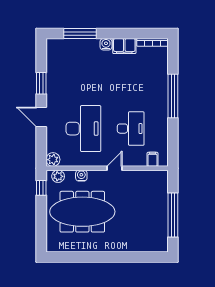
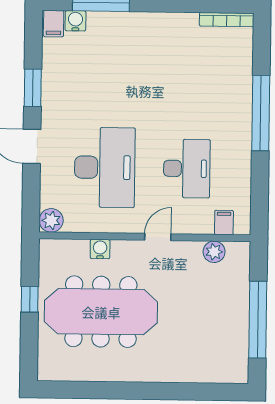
water cooler: (106, 44) -> (75, 21), moved
filing cabinet: (124, 46) -> (54, 24), moved, width x0.50
plant: (58, 176) -> (214, 252), moved
window: (41, 188) -> (30, 299), moved

